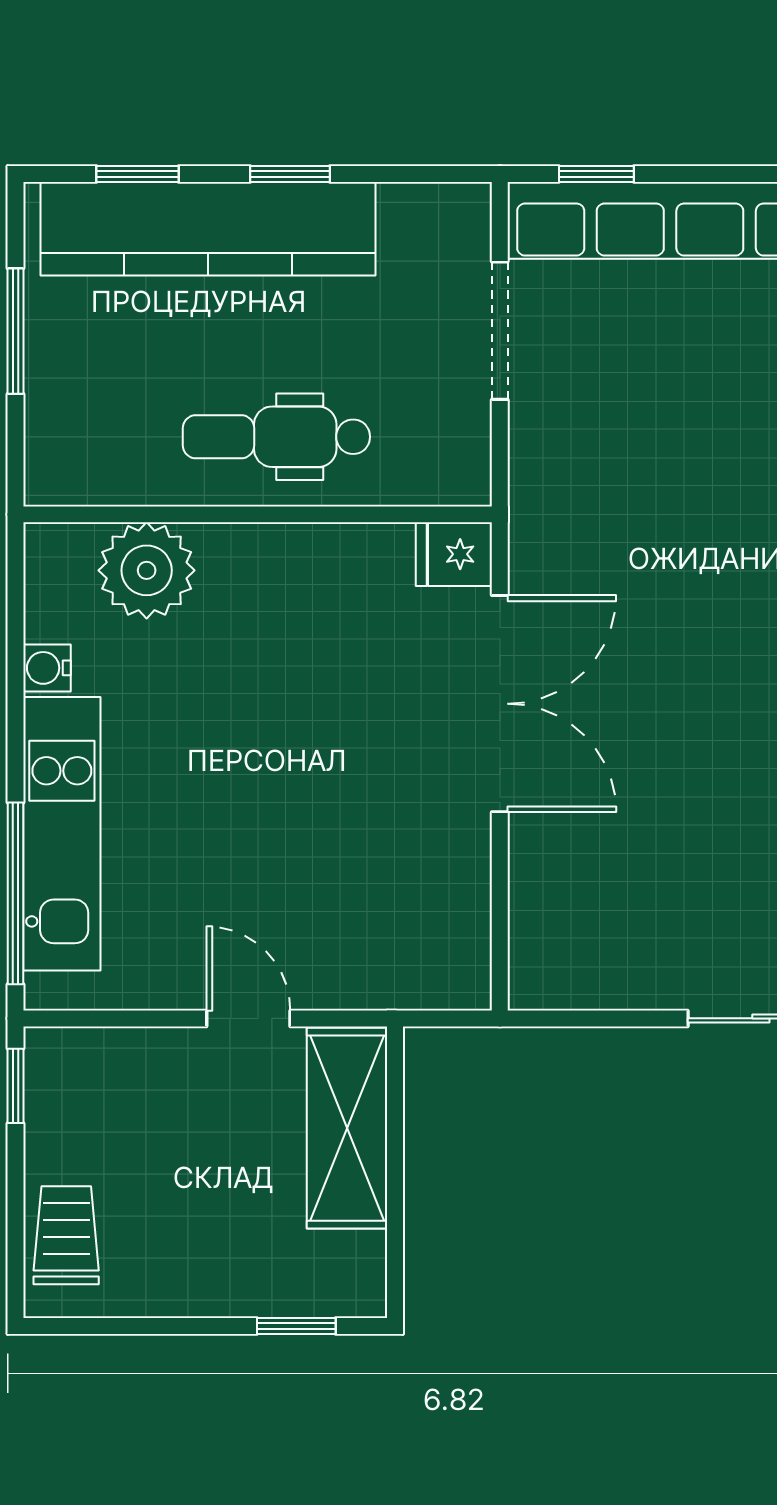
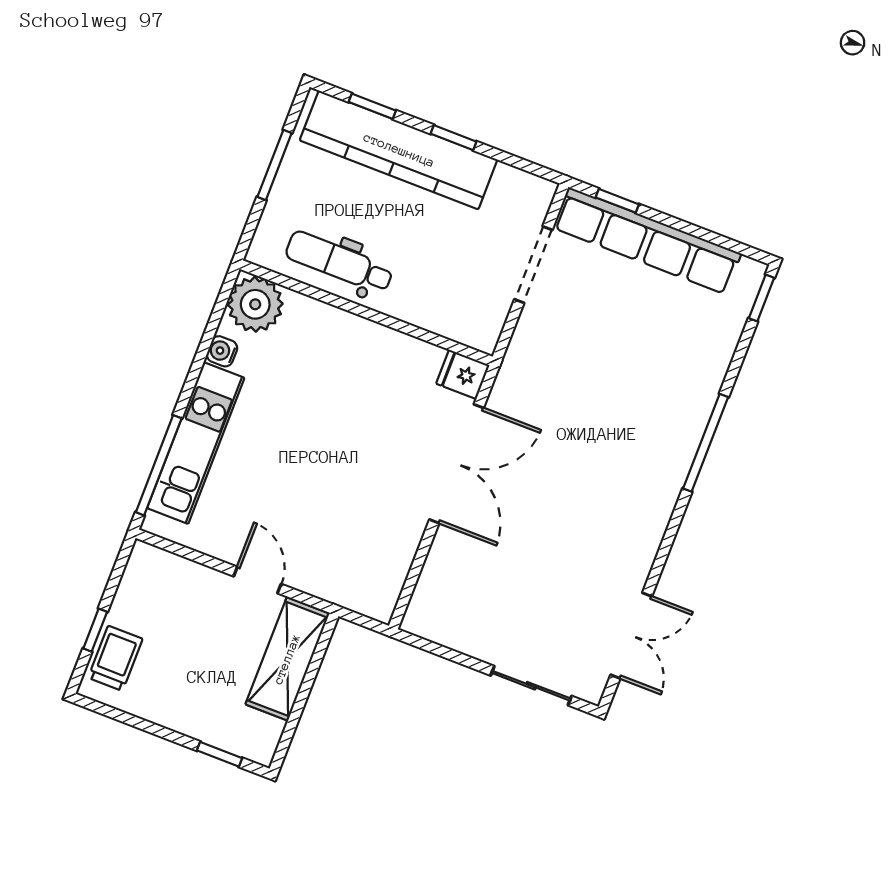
dental chair: (276, 437) -> (339, 262), moved
plant: (147, 570) -> (255, 304), moved
window: (15, 1086) -> (95, 630), moved

